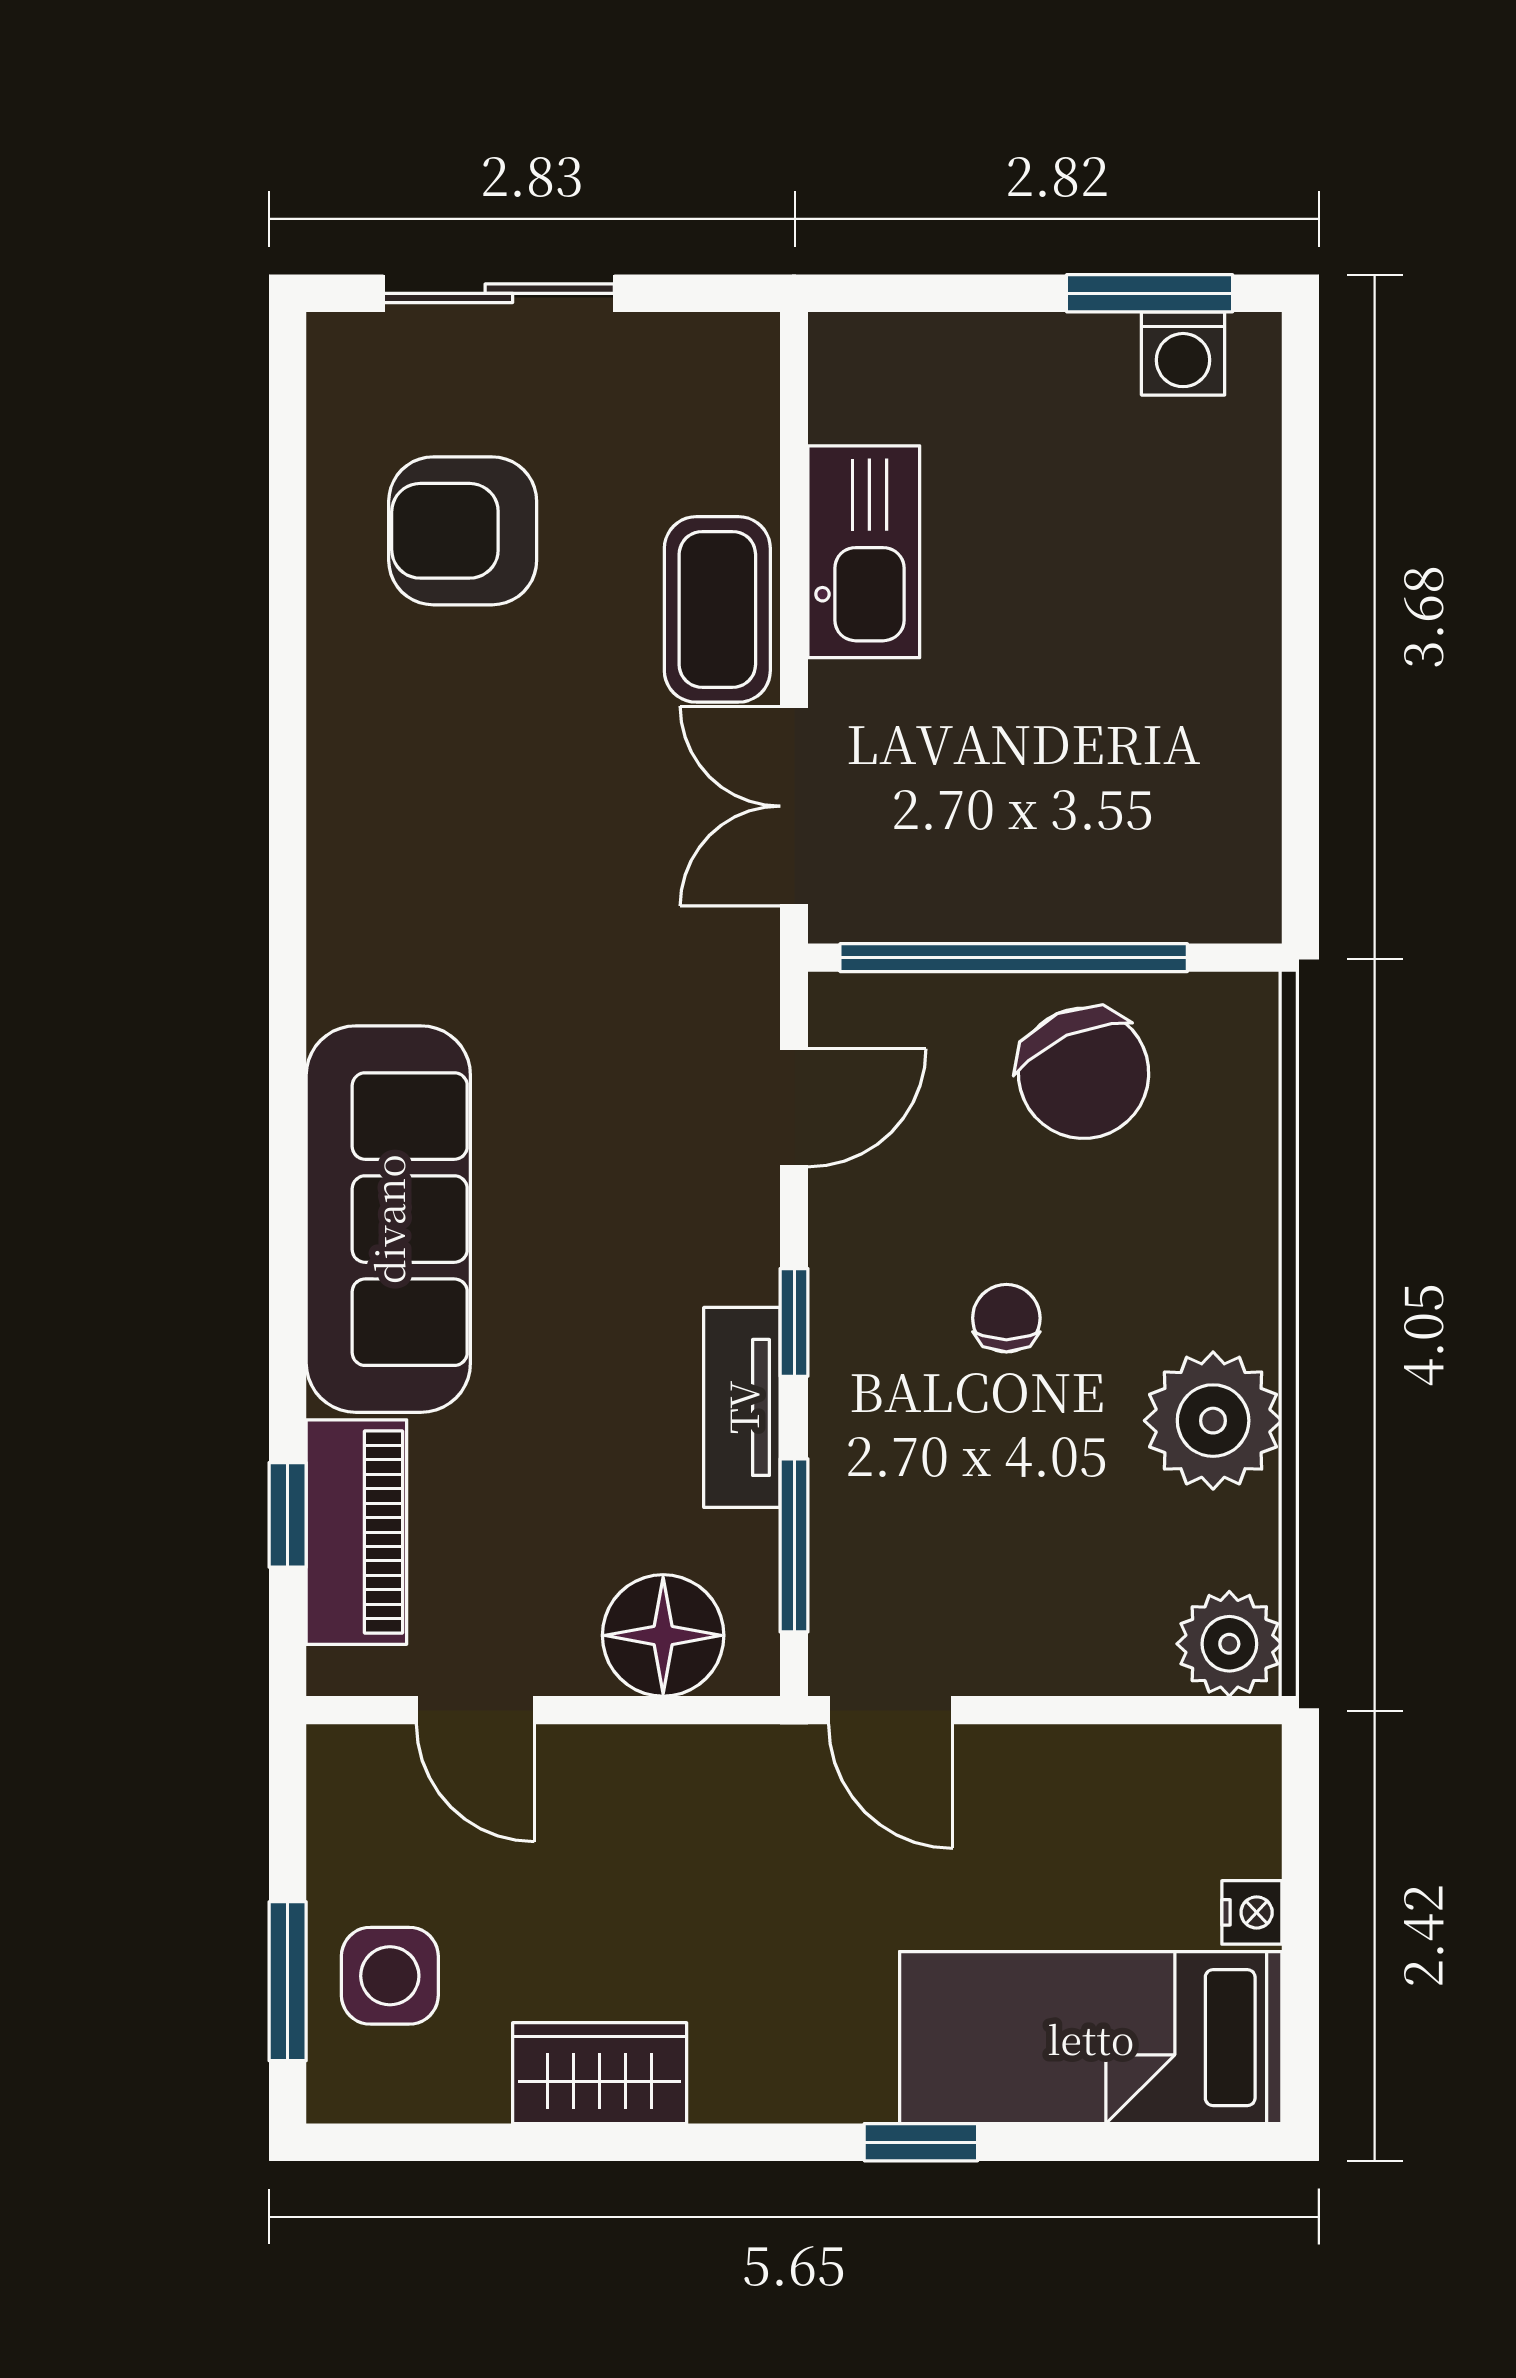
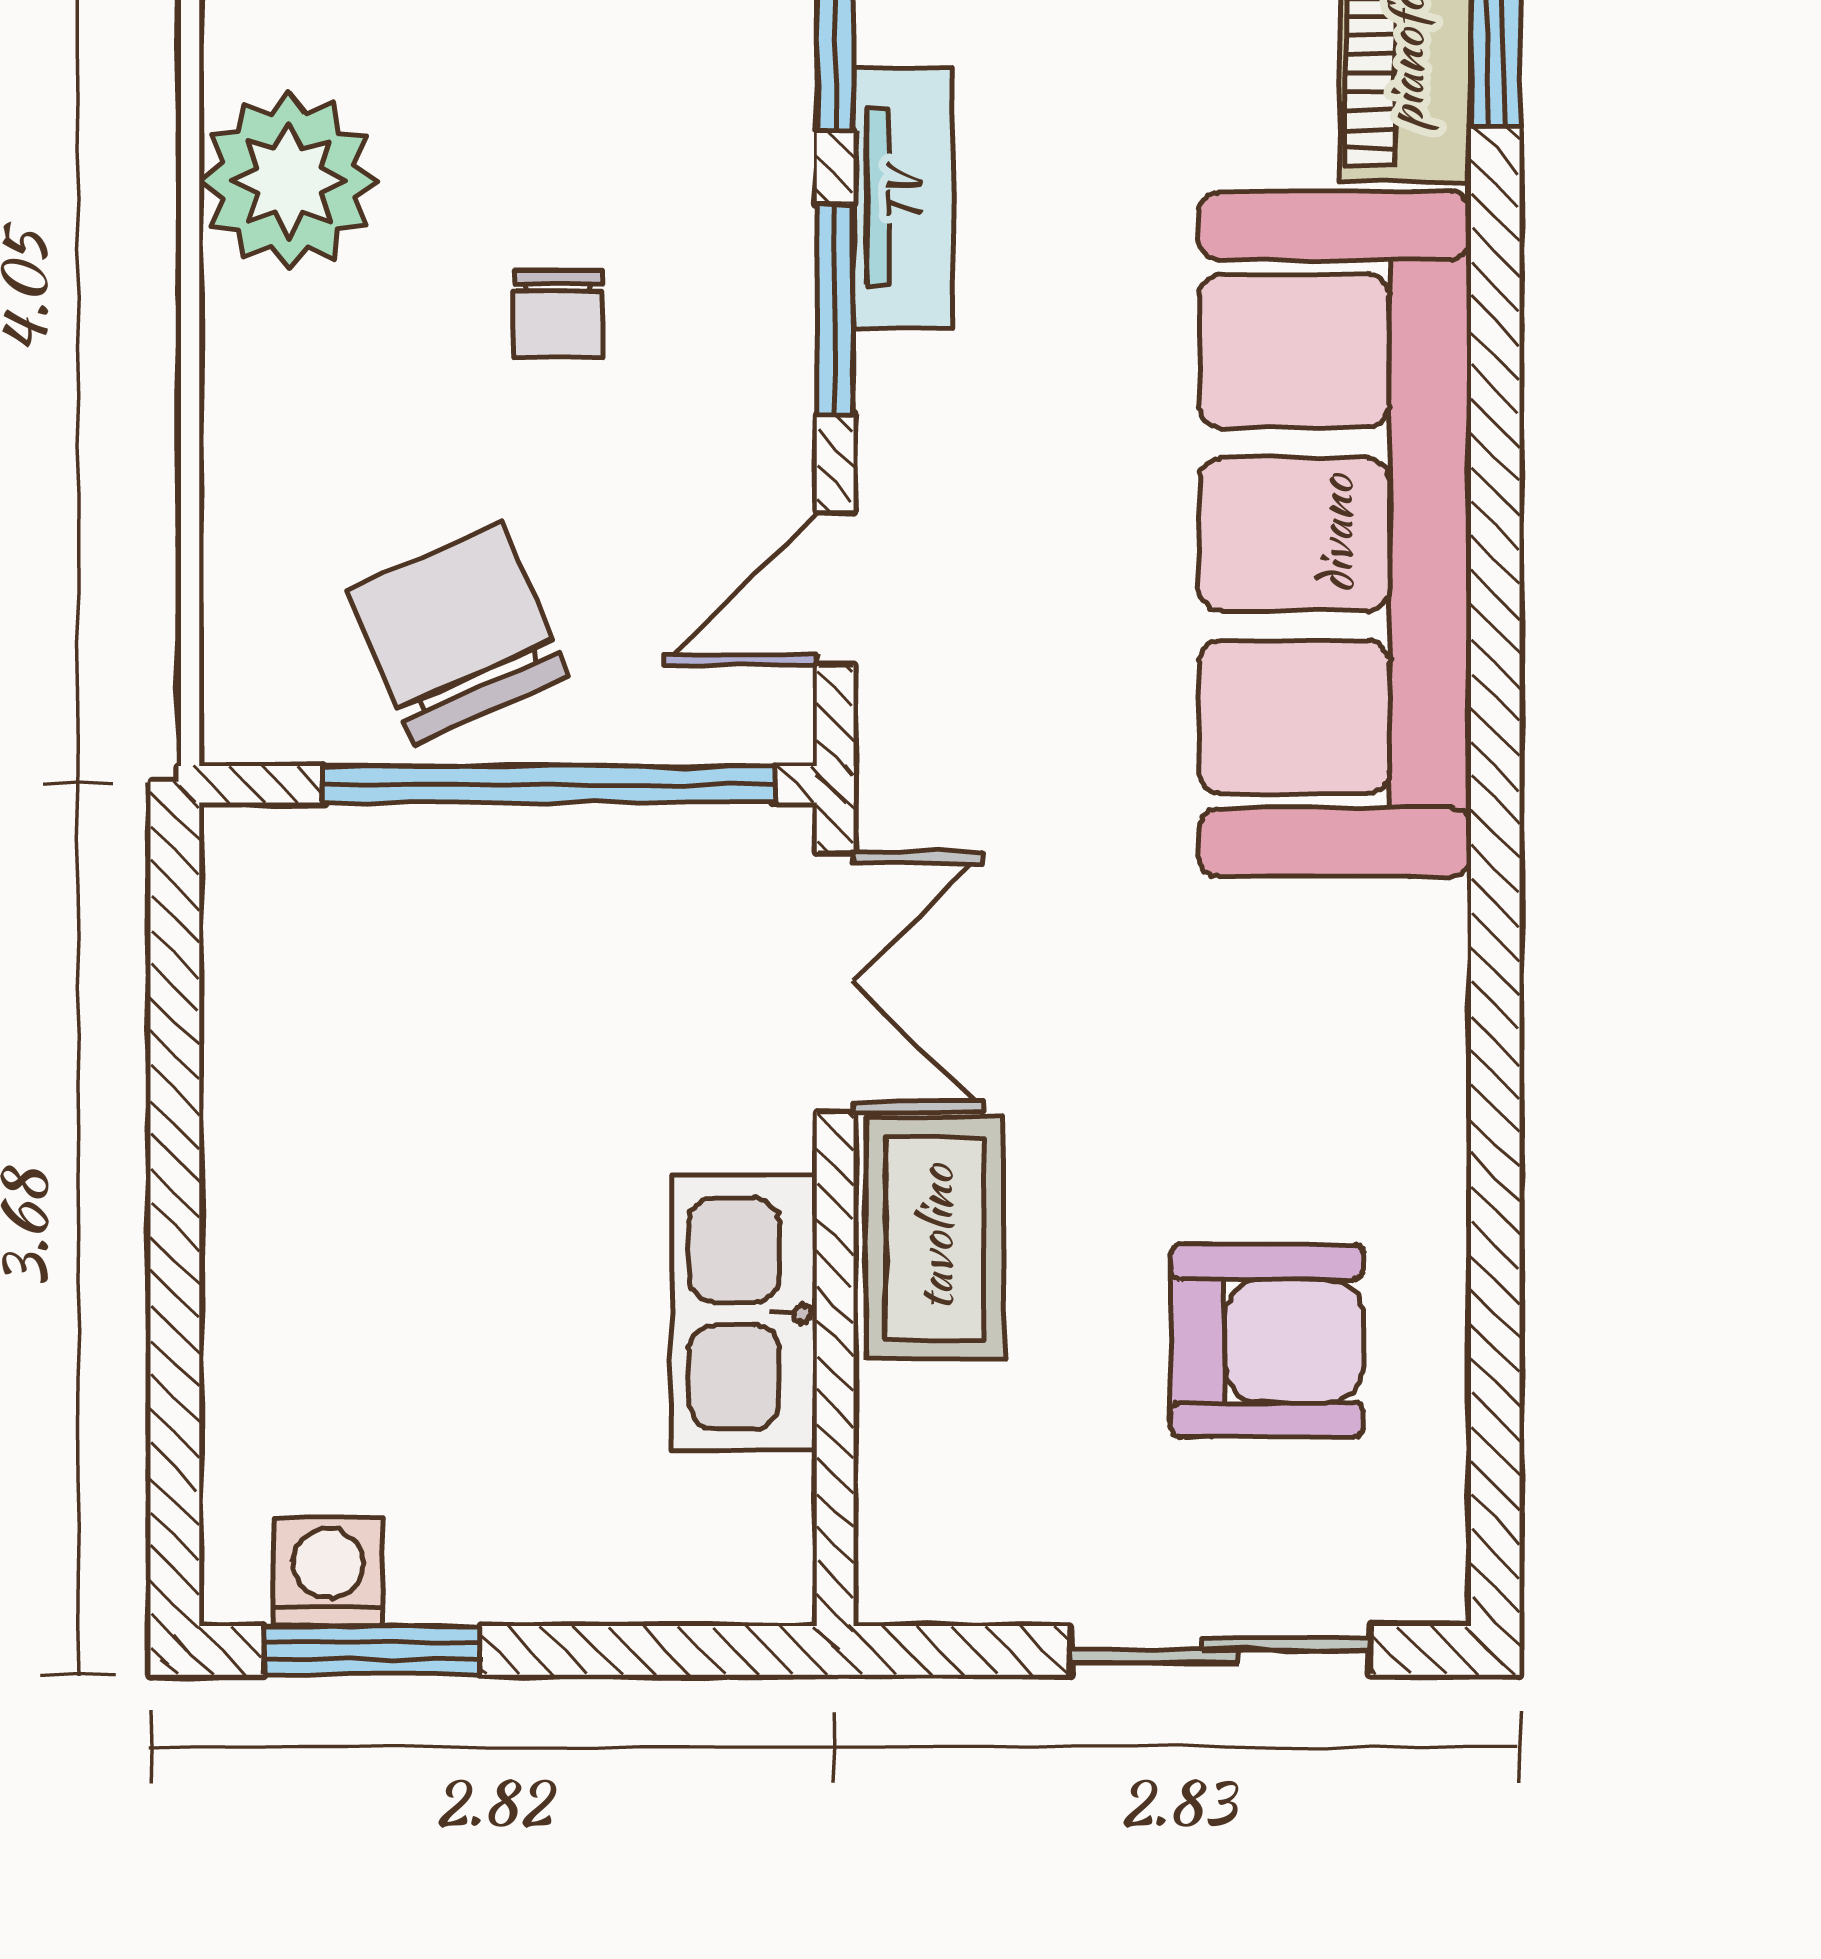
sofa: (388, 1219) -> (1335, 534), width x1.36, depth x1.27
window: (794, 1322) -> (835, 309), width x1.50

